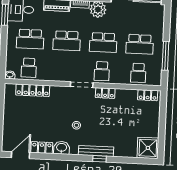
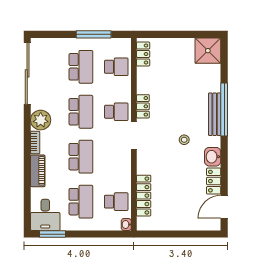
door: (20, 155) -> (224, 207), hinge flipped
window: (99, 159) -> (224, 110), width x3.17

